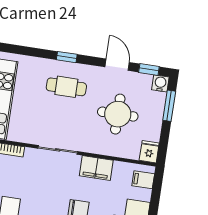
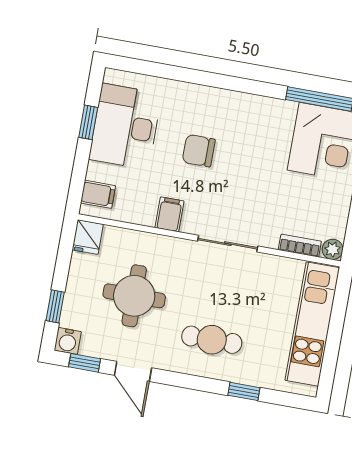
window: (67, 57) -> (244, 391), moved
window: (169, 106) -> (55, 306), width x0.67
filing cabinet: (96, 168) -> (169, 214), width x0.50

